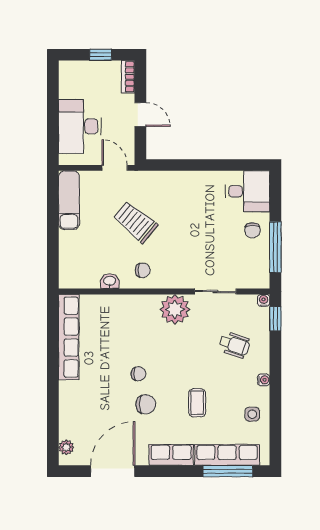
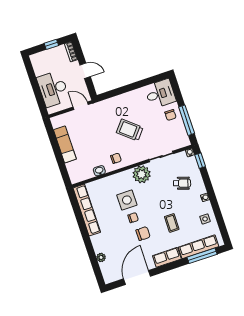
exam couch: (69, 200) -> (65, 144), moved
trolley: (135, 222) -> (130, 130), moved
side table: (138, 342) -> (127, 200), added
plant: (66, 447) -> (101, 257), moved

